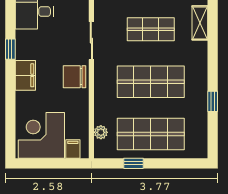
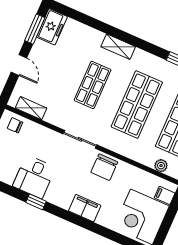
shelving: (200, 23) -> (118, 47), moved
window: (10, 49) -> (36, 202), moved

